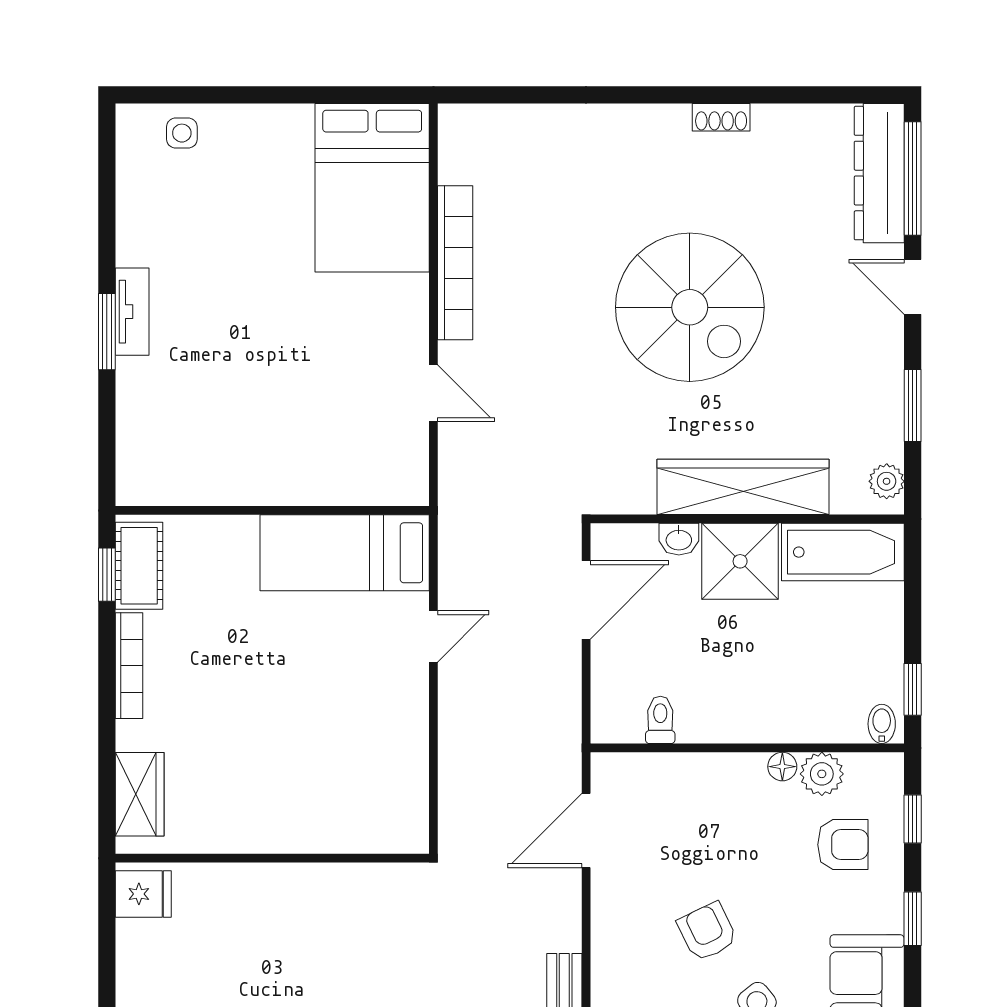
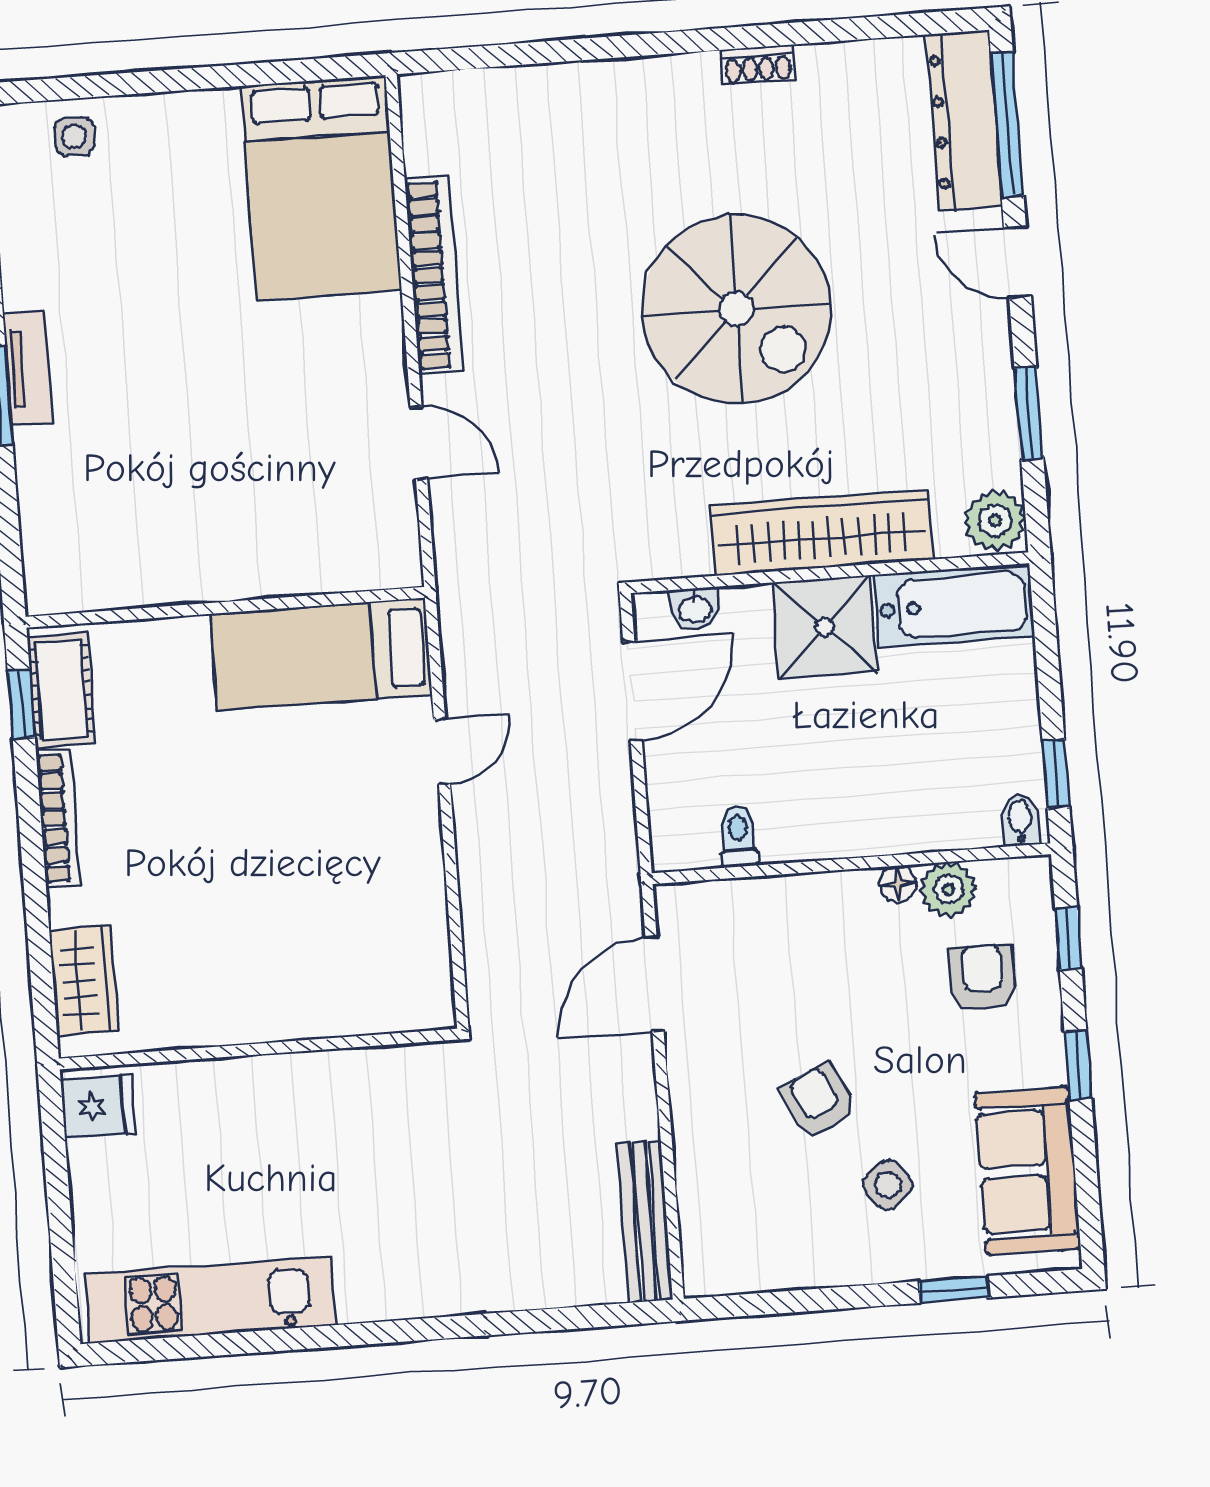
plant: (887, 481) -> (995, 521), width x1.38, depth x1.38
washbasin: (679, 539) -> (695, 609), moved
armchair: (843, 845) -> (982, 977), turned -90

